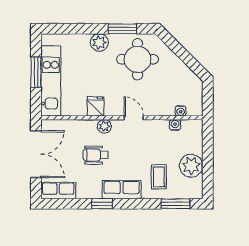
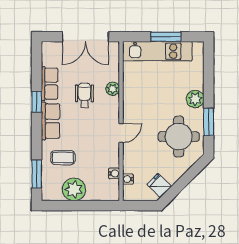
fridge: (96, 106) -> (159, 185), moved, turned -135
plant: (104, 126) -> (113, 89), moved
row of seats: (58, 191) -> (50, 84), moved

